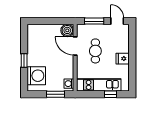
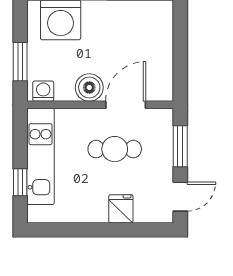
boiler: (67, 30) -> (89, 87), moved
fridge: (123, 59) -> (121, 209), moved

